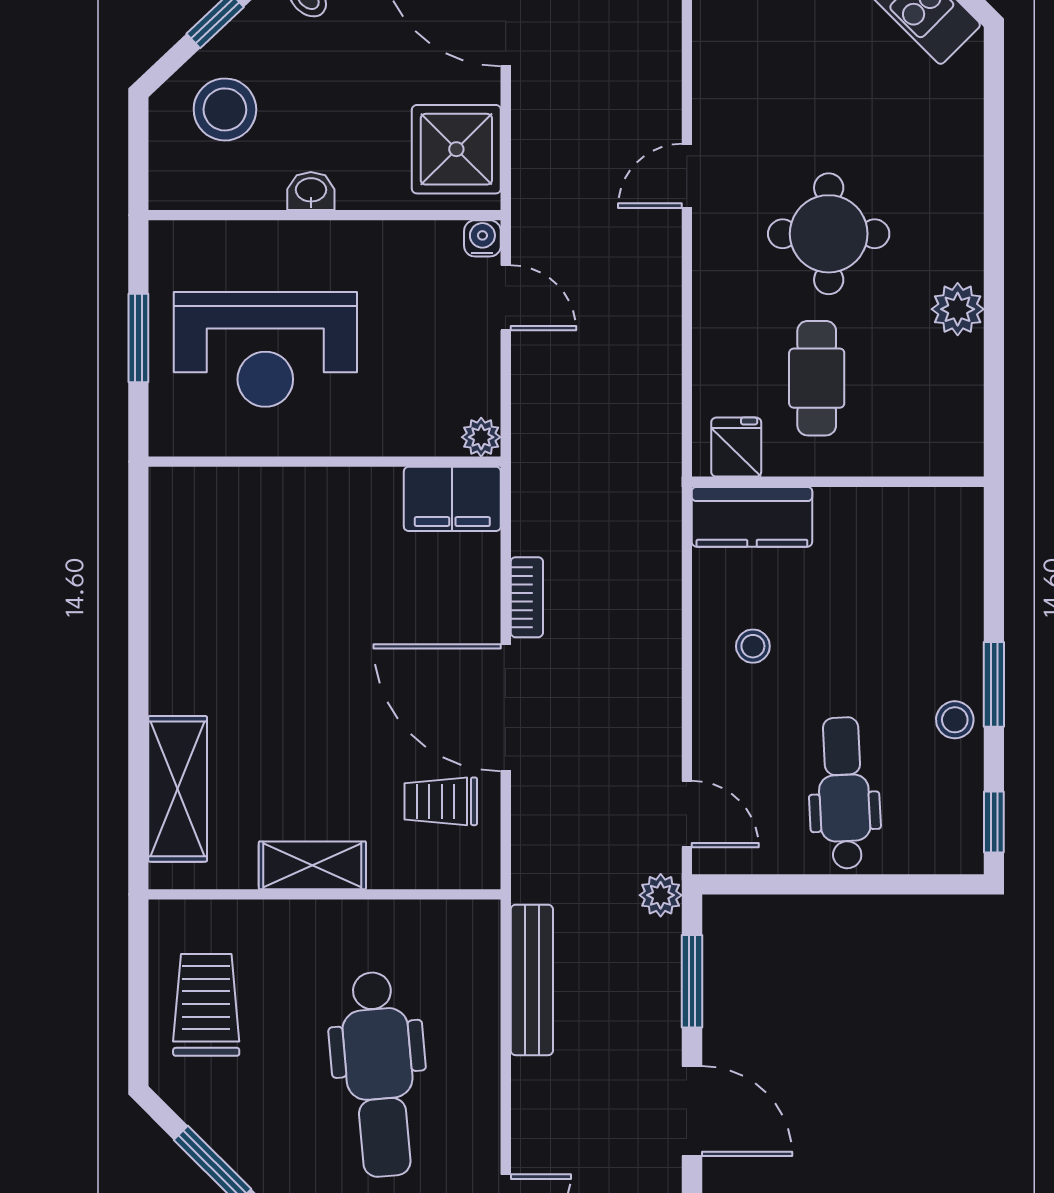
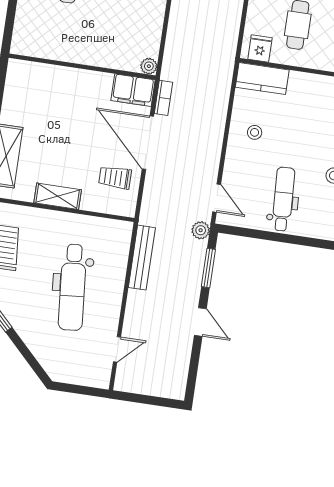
plant: (481, 437) -> (149, 66), moved
wall: (325, 462) -> (82, 67), moved
filing cabinet: (452, 499) -> (133, 90), moved
door: (692, 1111) -> (200, 322), width x0.73

